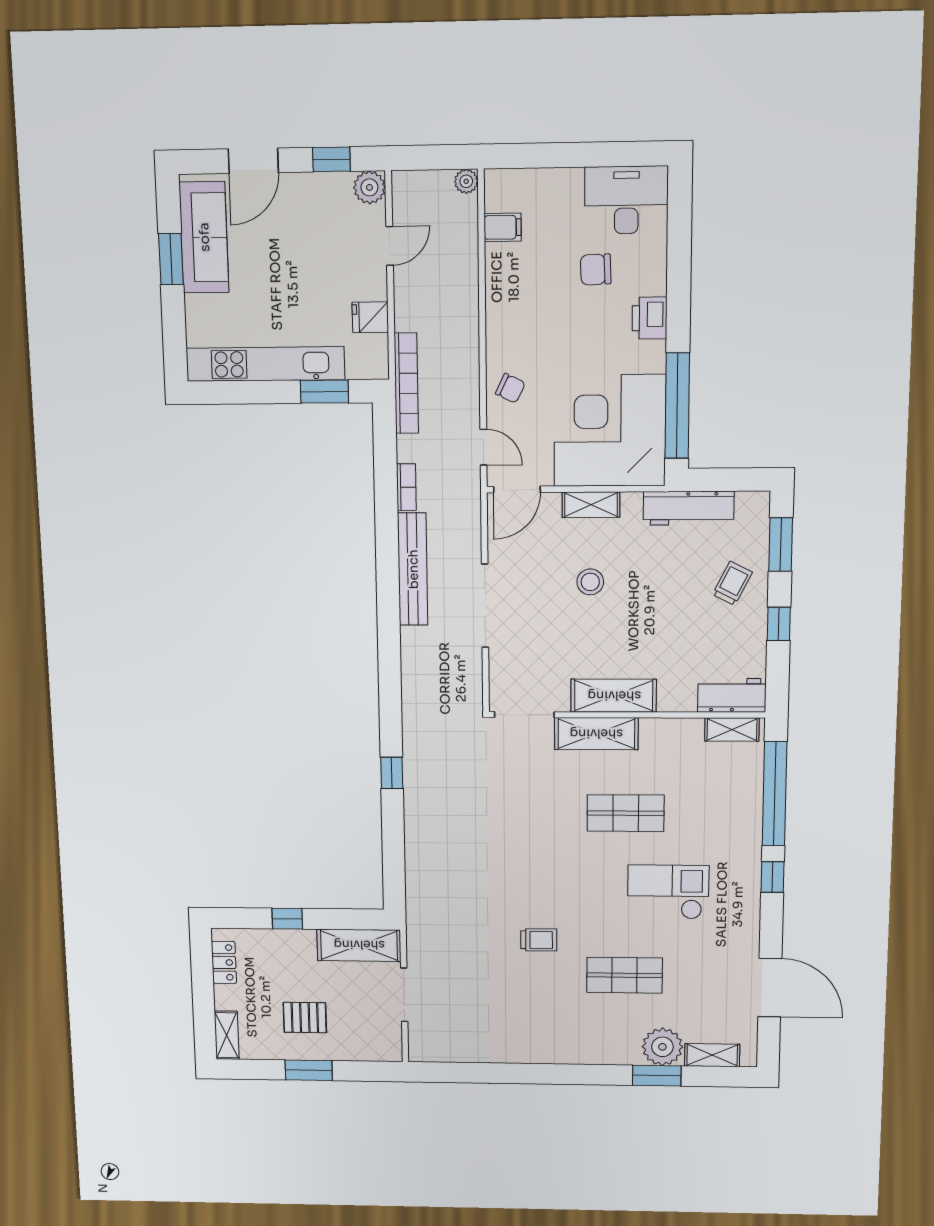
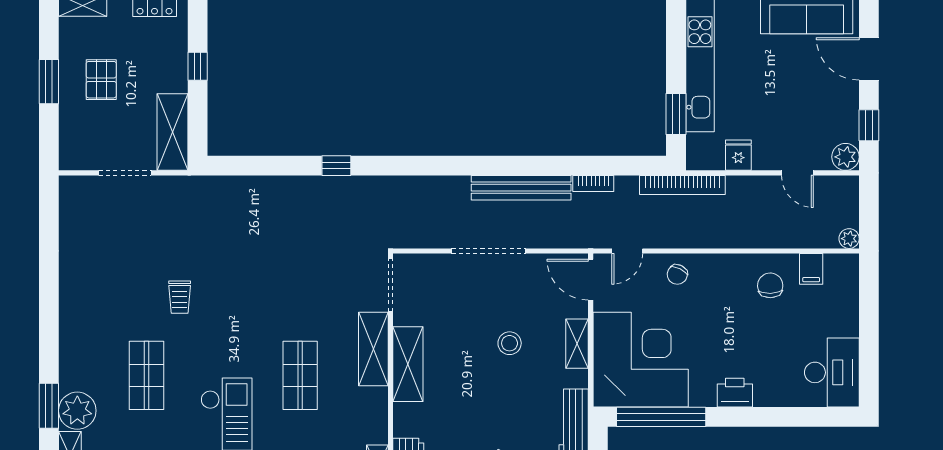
chair: (596, 269) -> (770, 285), moved

